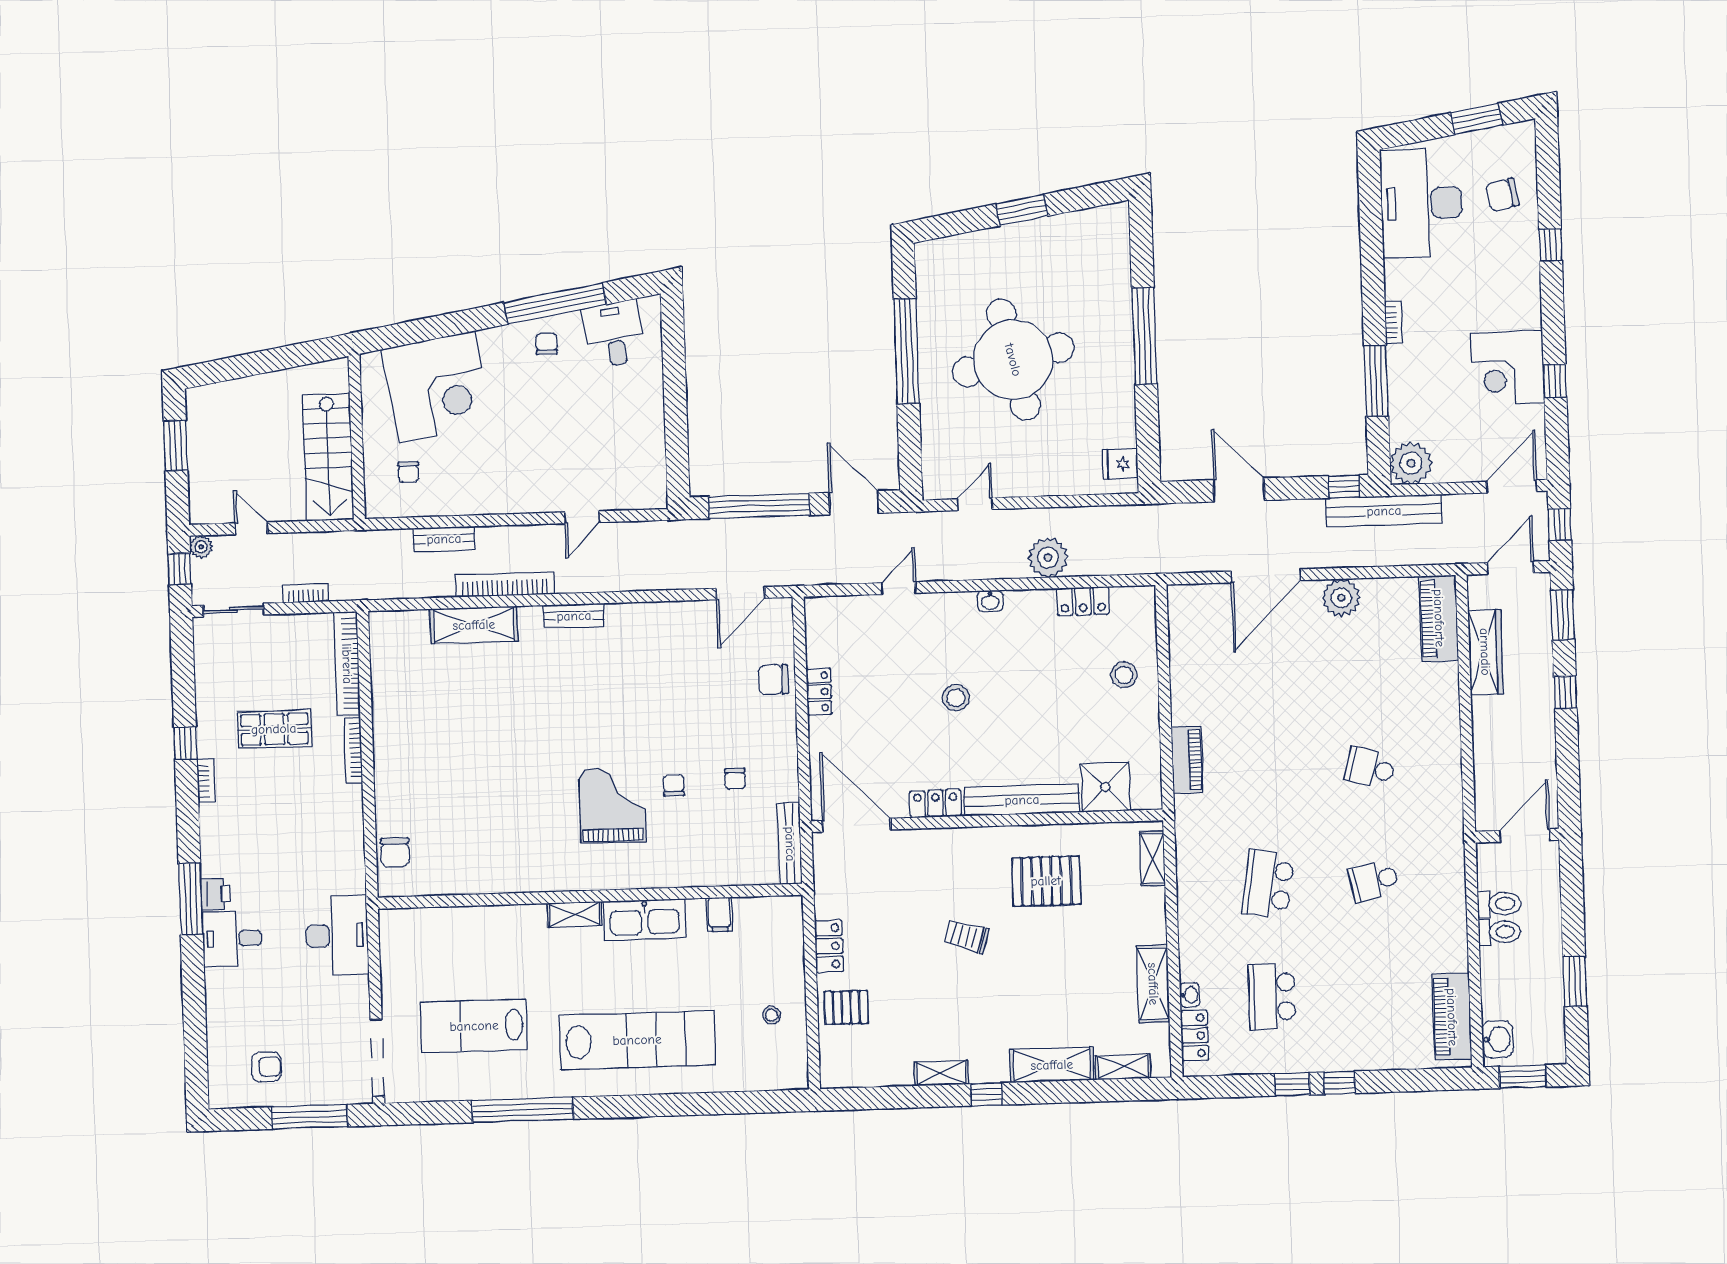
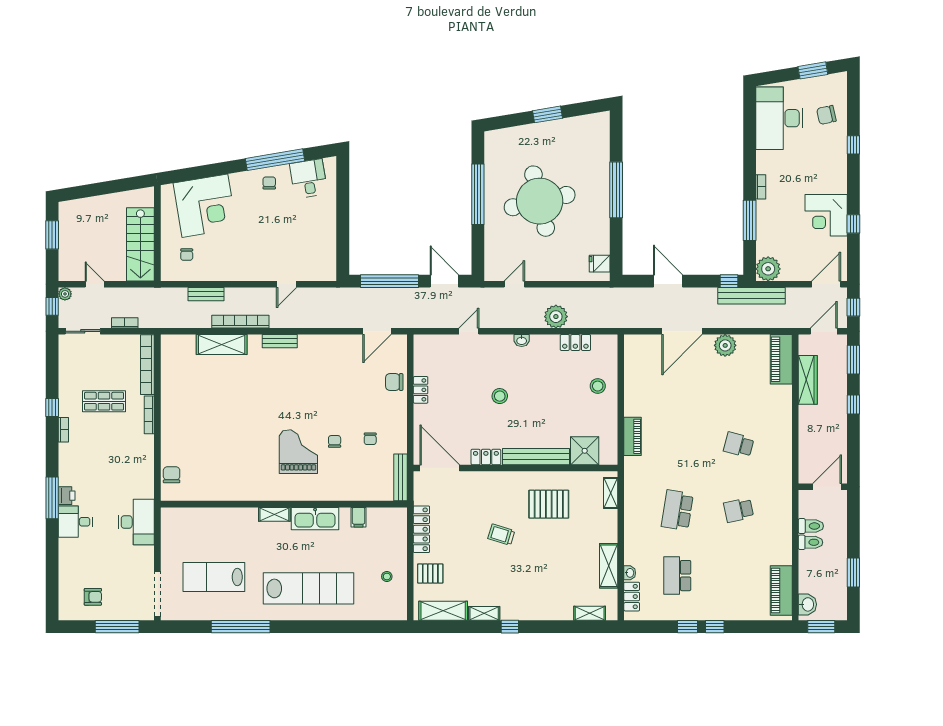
chair: (395, 852) -> (172, 475), turned 180
locker: (829, 946) -> (421, 529), width x1.53
shelving: (1052, 1065) -> (443, 611), moved

